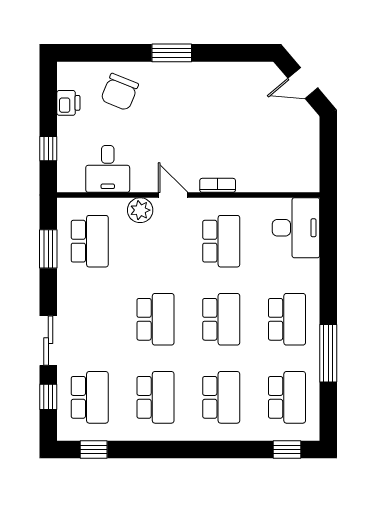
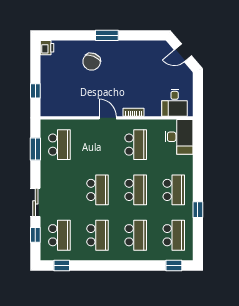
chair: (120, 92) -> (92, 62), moved
printer: (68, 103) -> (47, 48), moved
desk: (108, 169) -> (175, 103), moved
plant: (140, 210) -> (89, 127), removed
window: (328, 353) -> (198, 210), width x0.46

